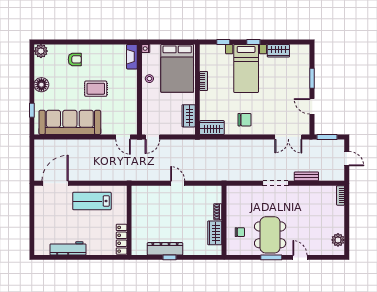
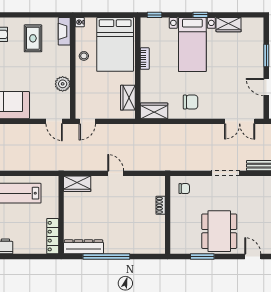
window: (223, 42) -> (154, 15), moved
rug: (96, 89) -> (33, 38), moved, turned 90
plant: (130, 104) -> (63, 84), added
chair: (240, 232) -> (184, 189), moved
wardrobe: (215, 233) -> (77, 184), moved, turned -90
dresser: (165, 249) -> (84, 247), moved
window: (169, 257) -> (106, 256), width x3.17
window: (271, 257) -> (202, 256), moved

